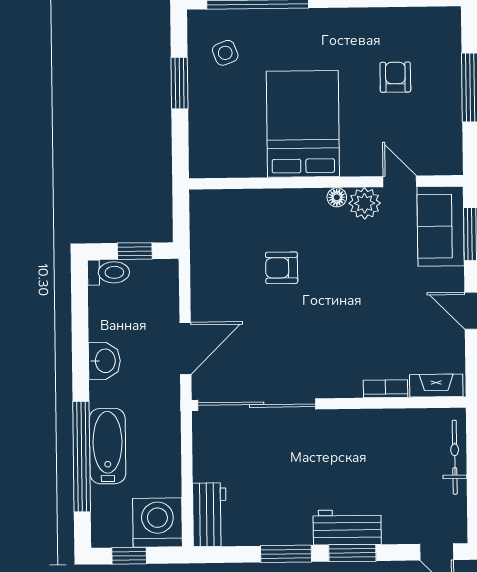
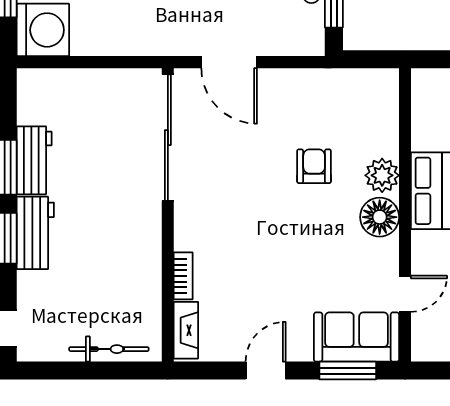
floor lamp: (337, 197) -> (380, 217), width x1.89, depth x1.89
plant: (365, 203) -> (382, 175), moved
workbench: (209, 515) -> (34, 160), moved, turned -90

